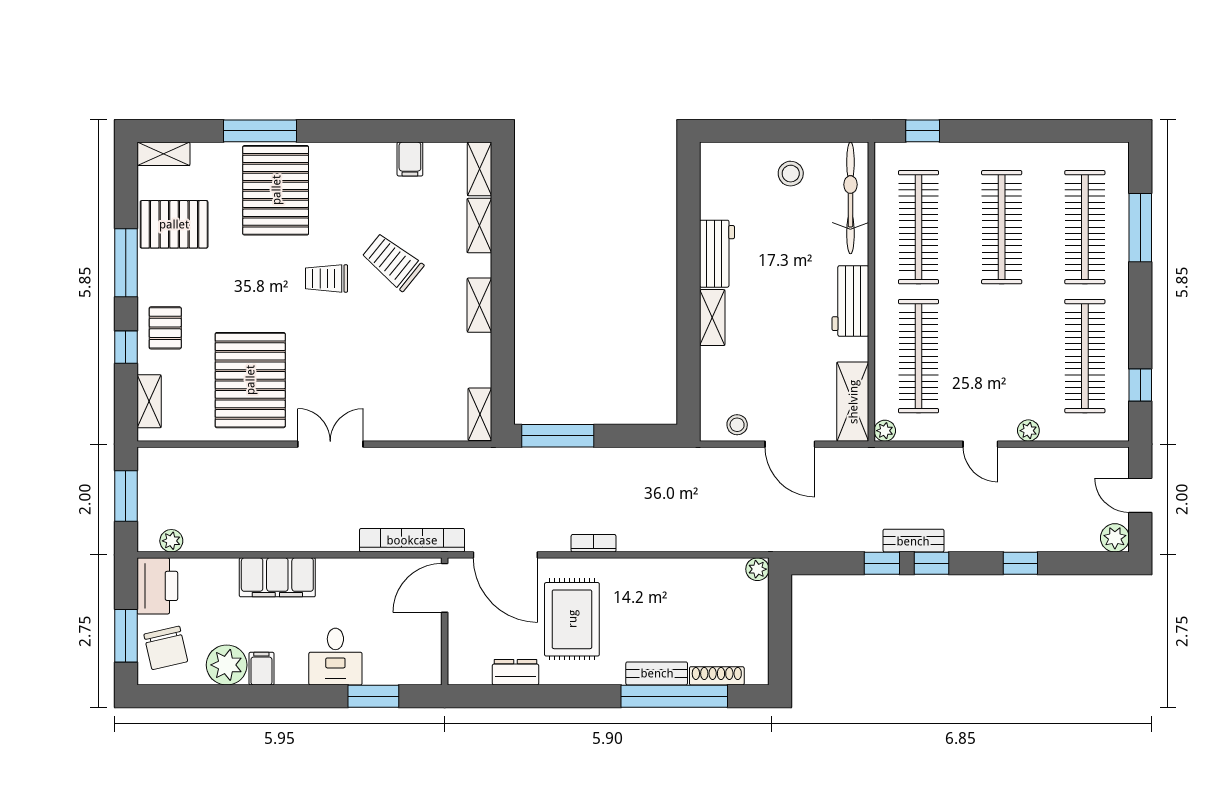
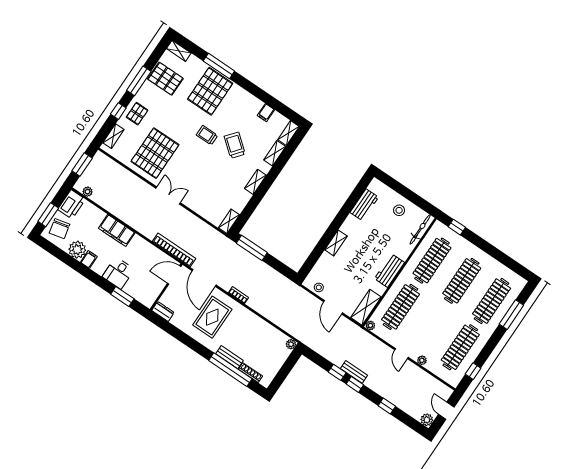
bicycle: (850, 198) -> (420, 229), width x0.73, depth x0.71
workbench: (717, 254) -> (364, 205), moved
dresser: (516, 672) -> (163, 311), moved

